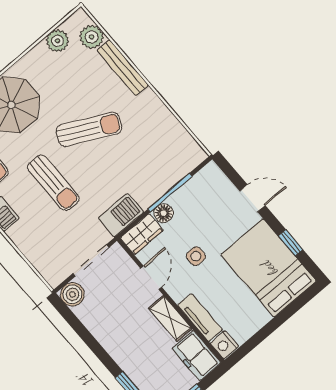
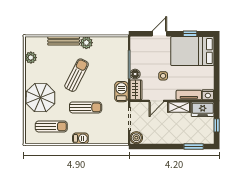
plant: (92, 37) -> (86, 43), moved
door: (151, 278) -> (156, 101), swing flipped

